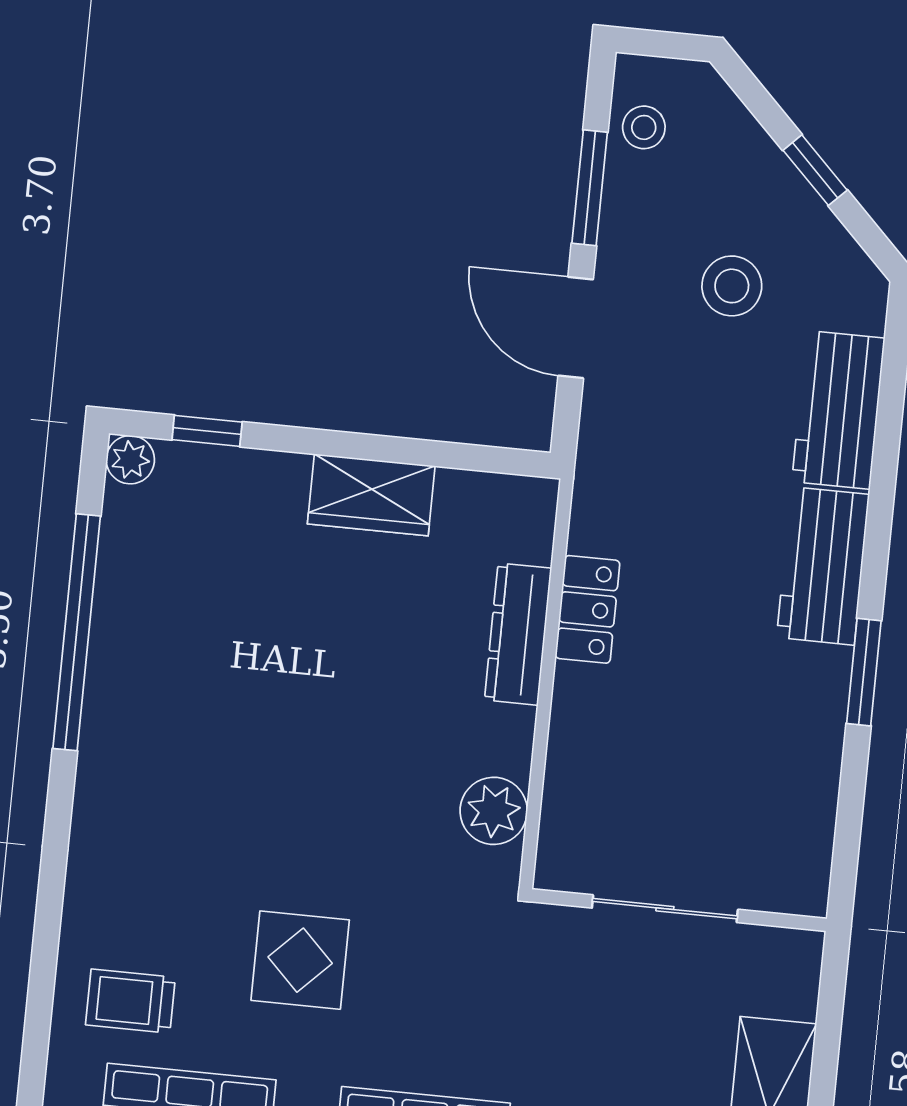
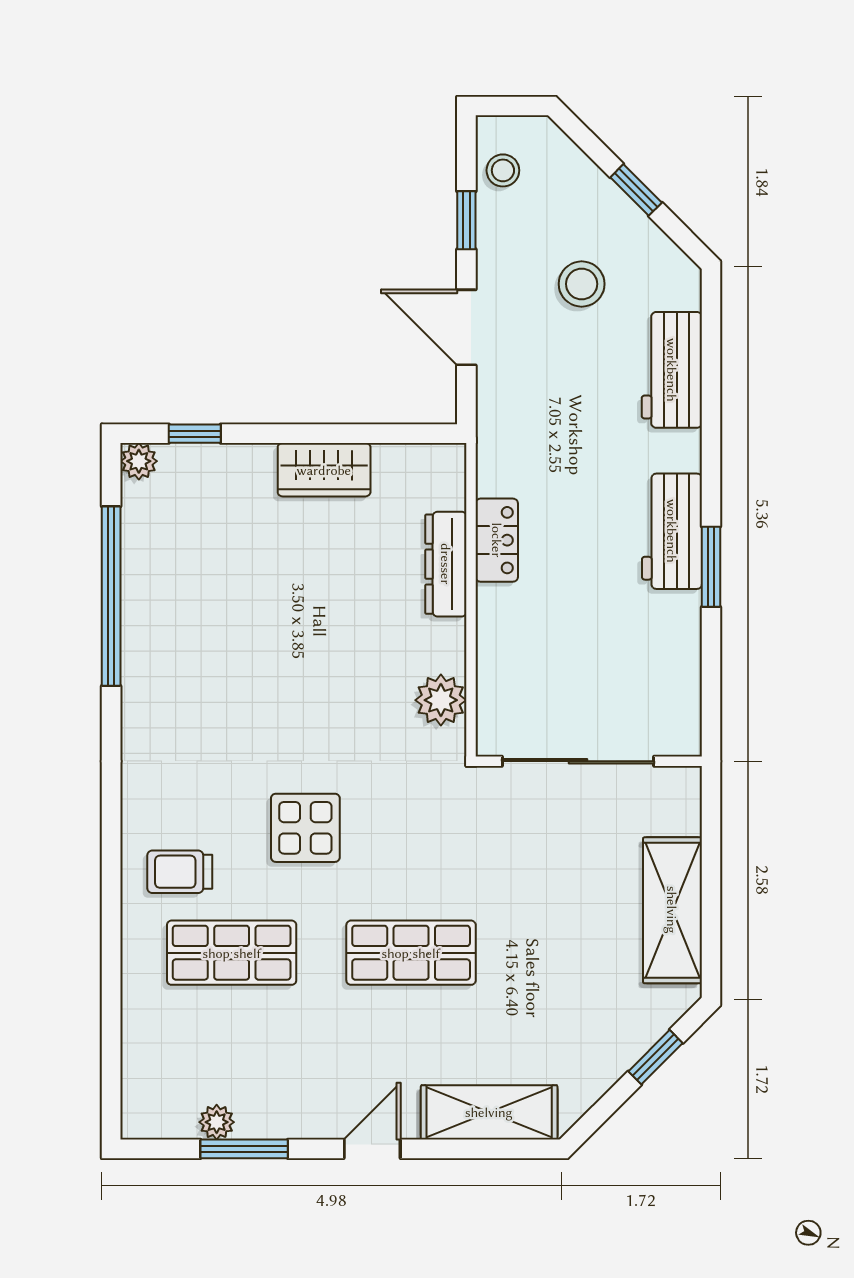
window: (590, 188) -> (466, 220), width x0.67
workbench: (823, 566) -> (672, 531), moved
sliding door: (665, 909) -> (578, 761), width x1.37

